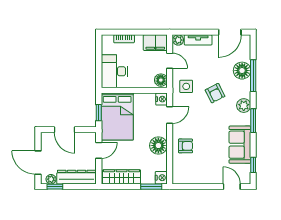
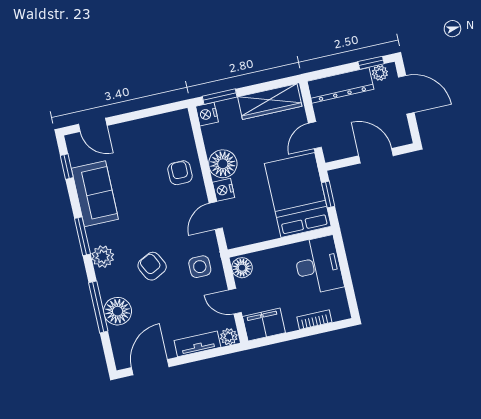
nightstand: (161, 99) -> (224, 190), moved
armchair: (186, 146) -> (180, 173), turned 90

